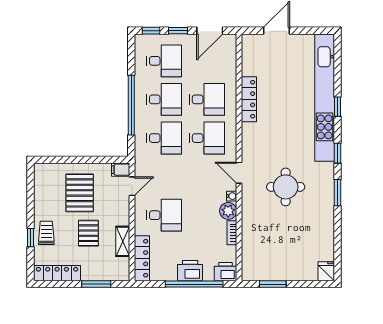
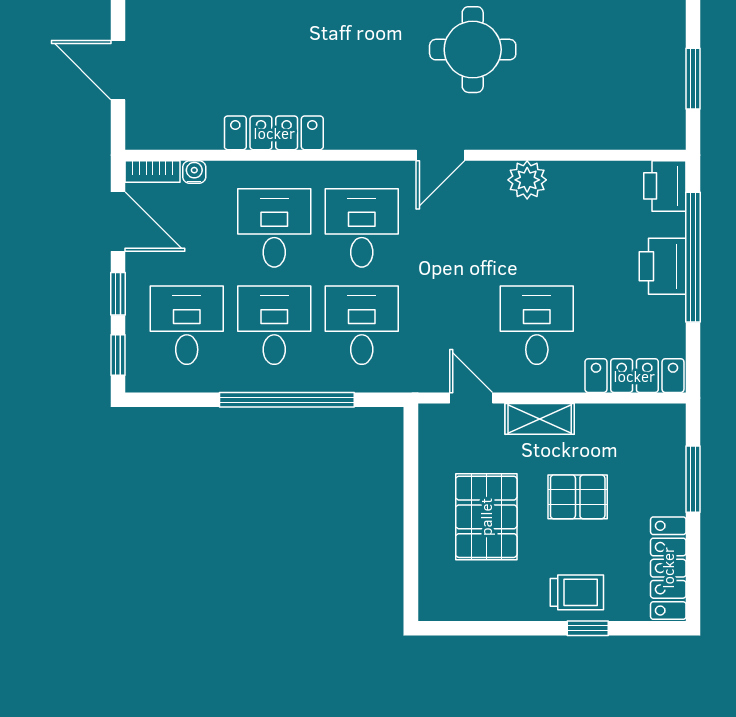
filing cabinet: (121, 170) -> (433, 424), removed
pallet: (80, 193) -> (486, 517), turned 90
water cooler: (232, 196) -> (194, 172), moved
trolley: (46, 233) -> (577, 592), turned 180
bookcase: (232, 233) -> (153, 171), moved
shelving: (123, 241) -> (540, 419), moved

